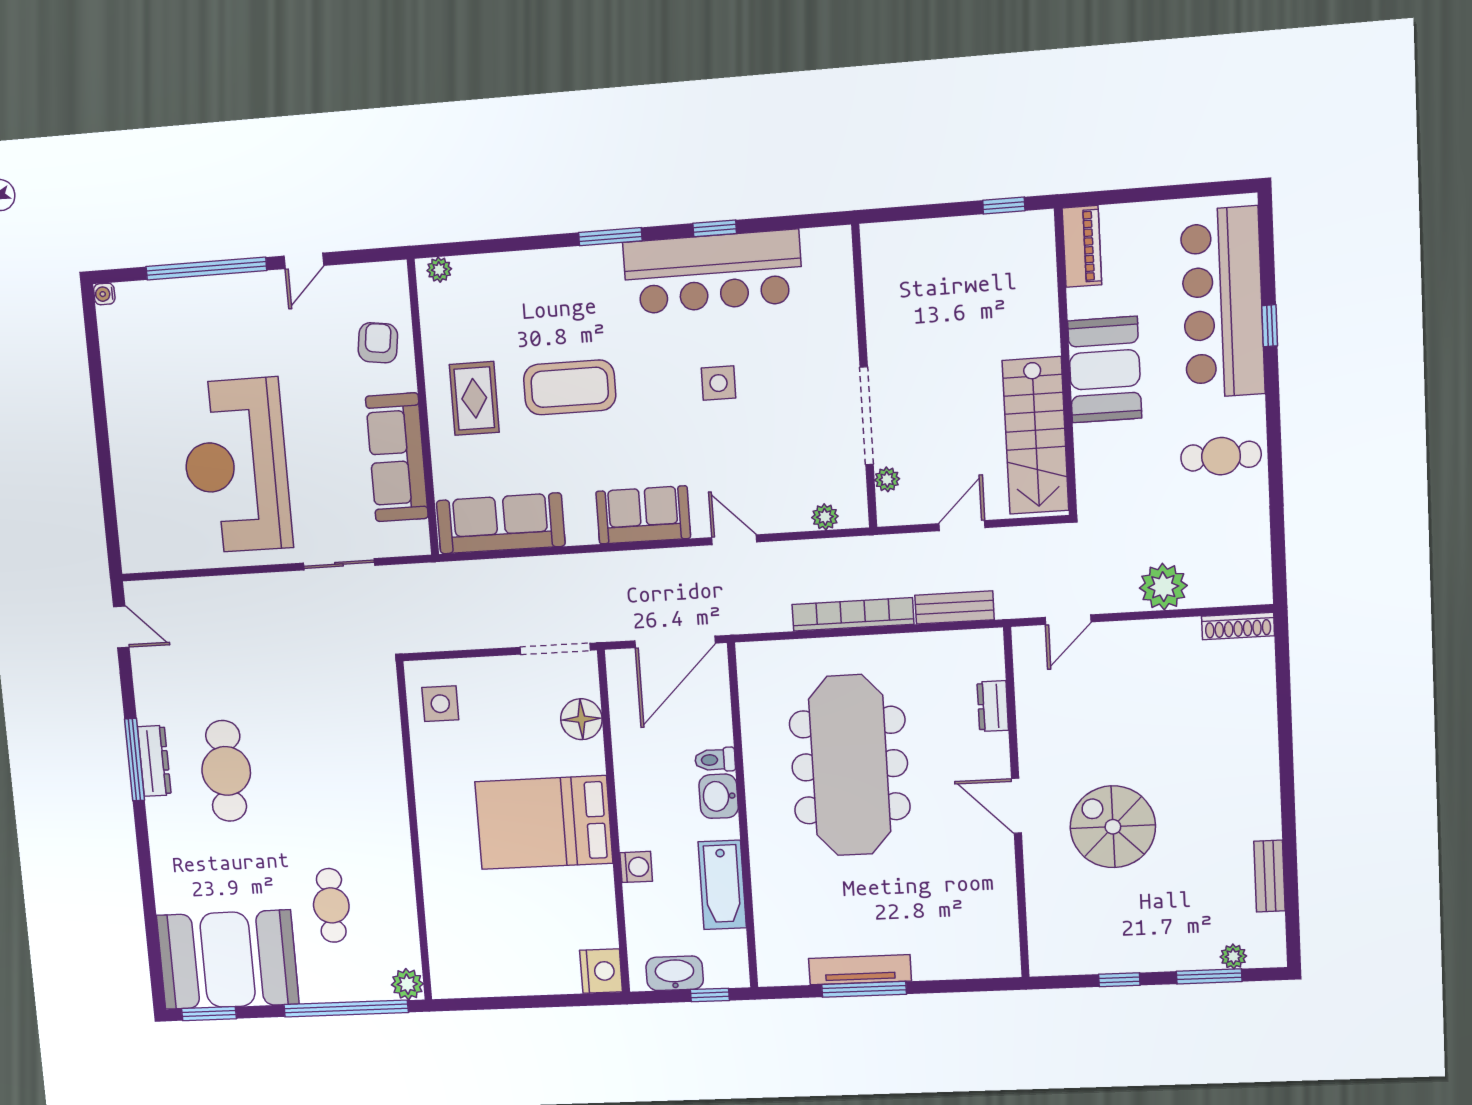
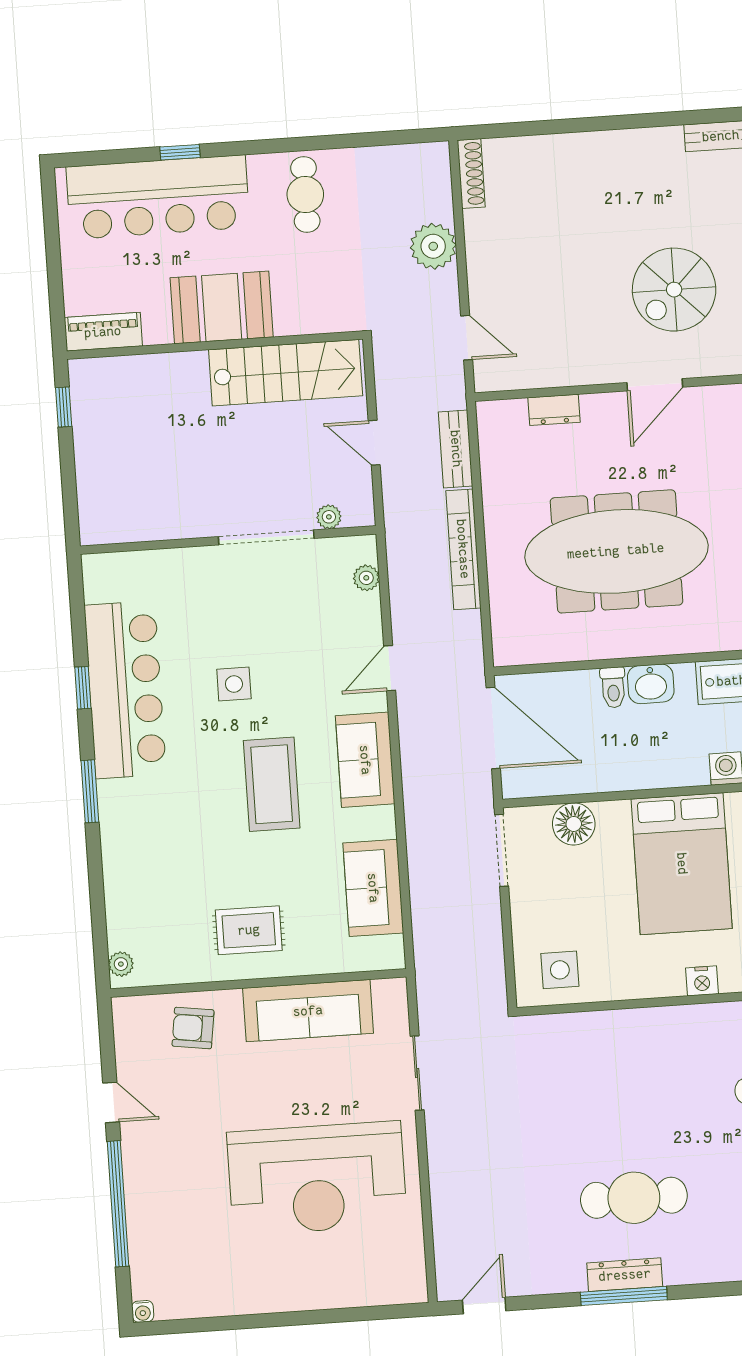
coffee table: (570, 387) -> (272, 784), moved
sofa: (501, 523) -> (373, 888), width x0.73
nightstand: (432, 839) -> (702, 981), added

